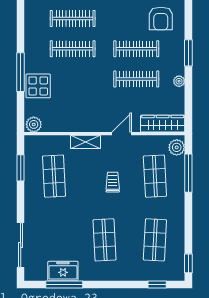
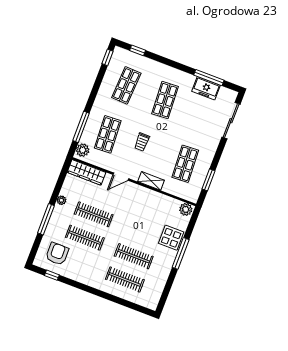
window: (188, 53) -> (46, 219), width x1.44

